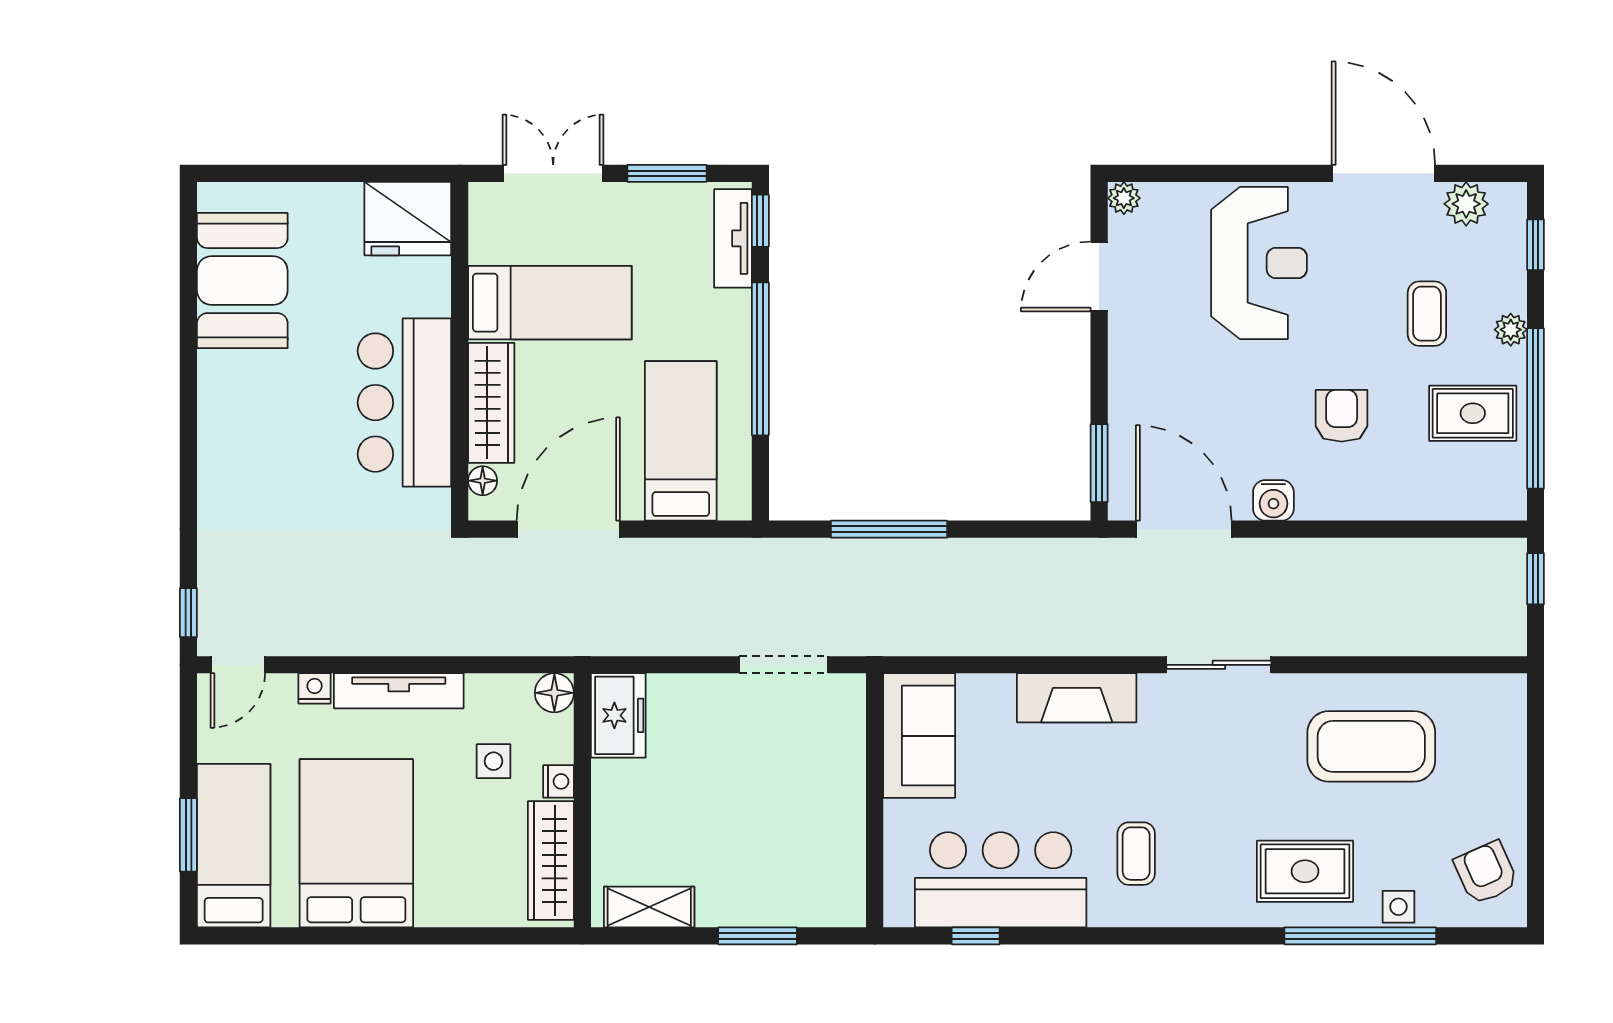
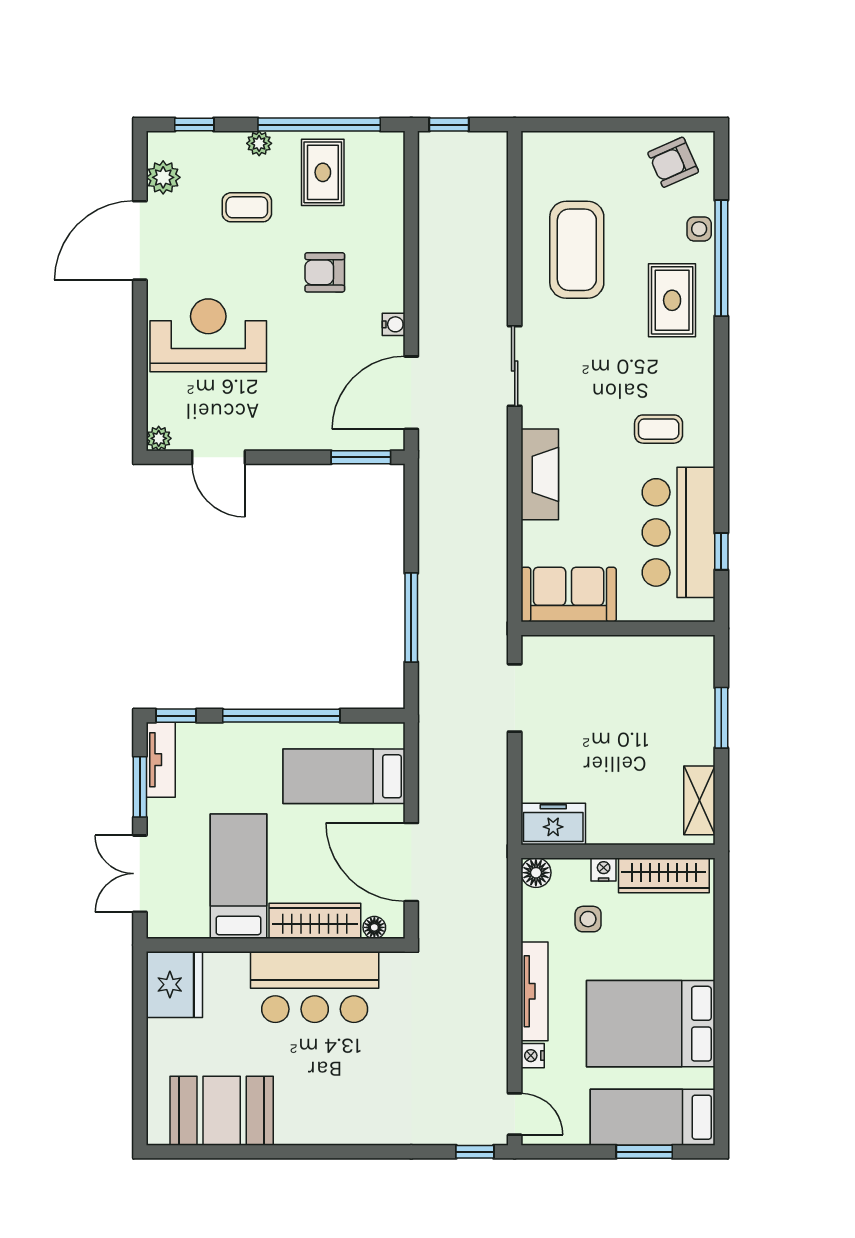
tv unit: (733, 238) -> (161, 760), moved, turned -90
water cooler: (1273, 500) -> (394, 324), width x0.72, depth x0.72

